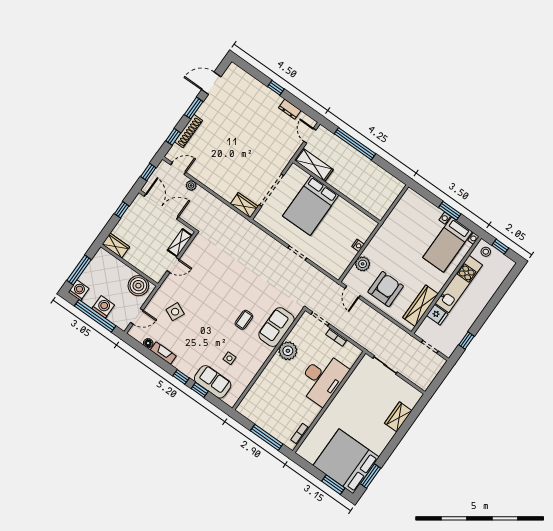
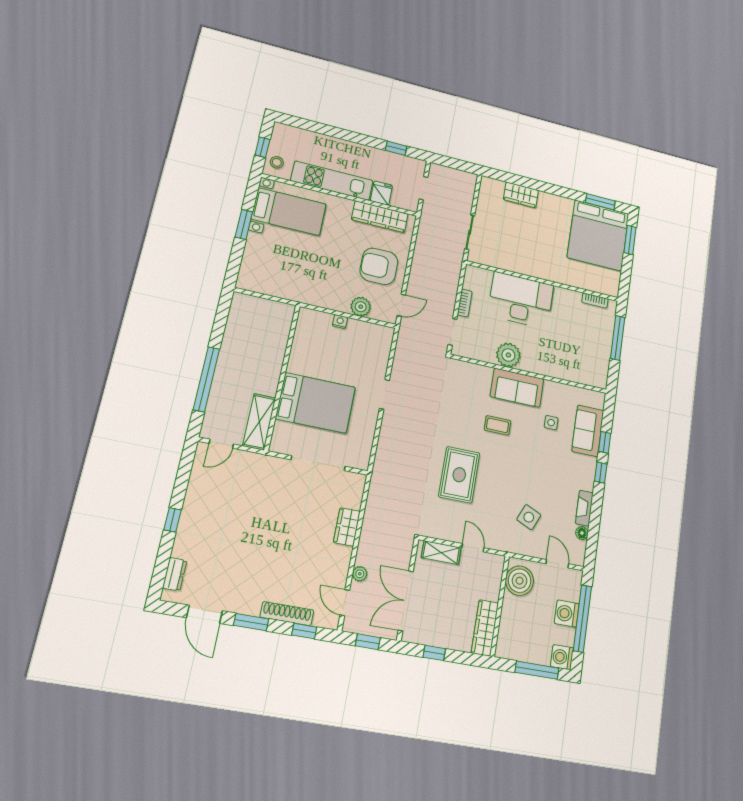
dresser: (290, 109) -> (175, 574), moved
wardrobe: (244, 205) -> (347, 527), moved
wardrobe: (116, 245) -> (485, 628), width x1.50
rug: (223, 278) -> (459, 475), added
sofa: (276, 327) -> (517, 388), moved

